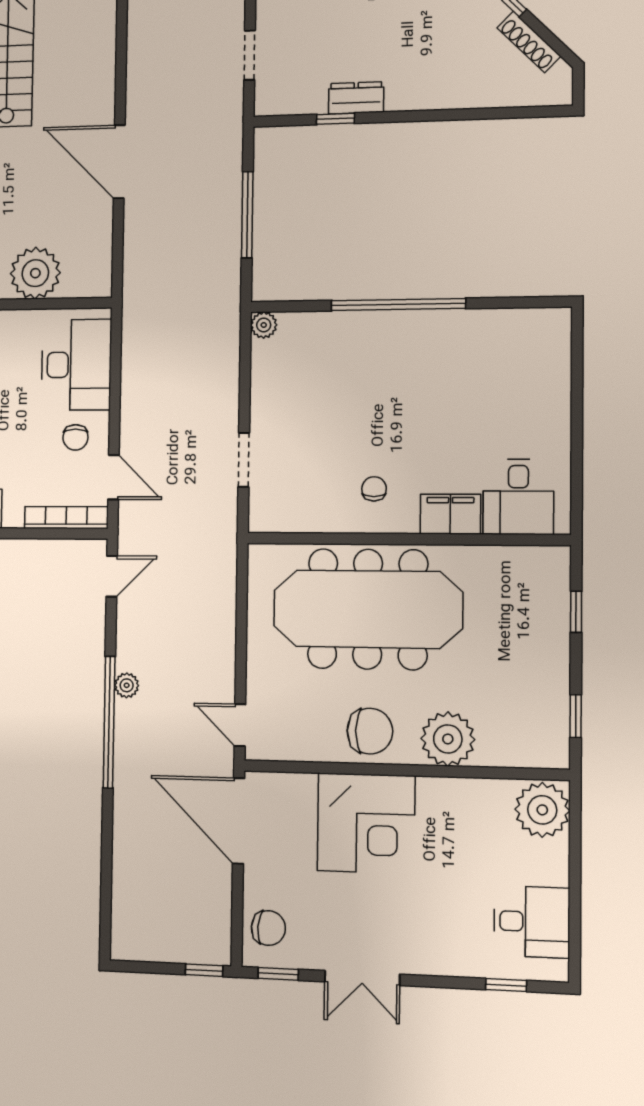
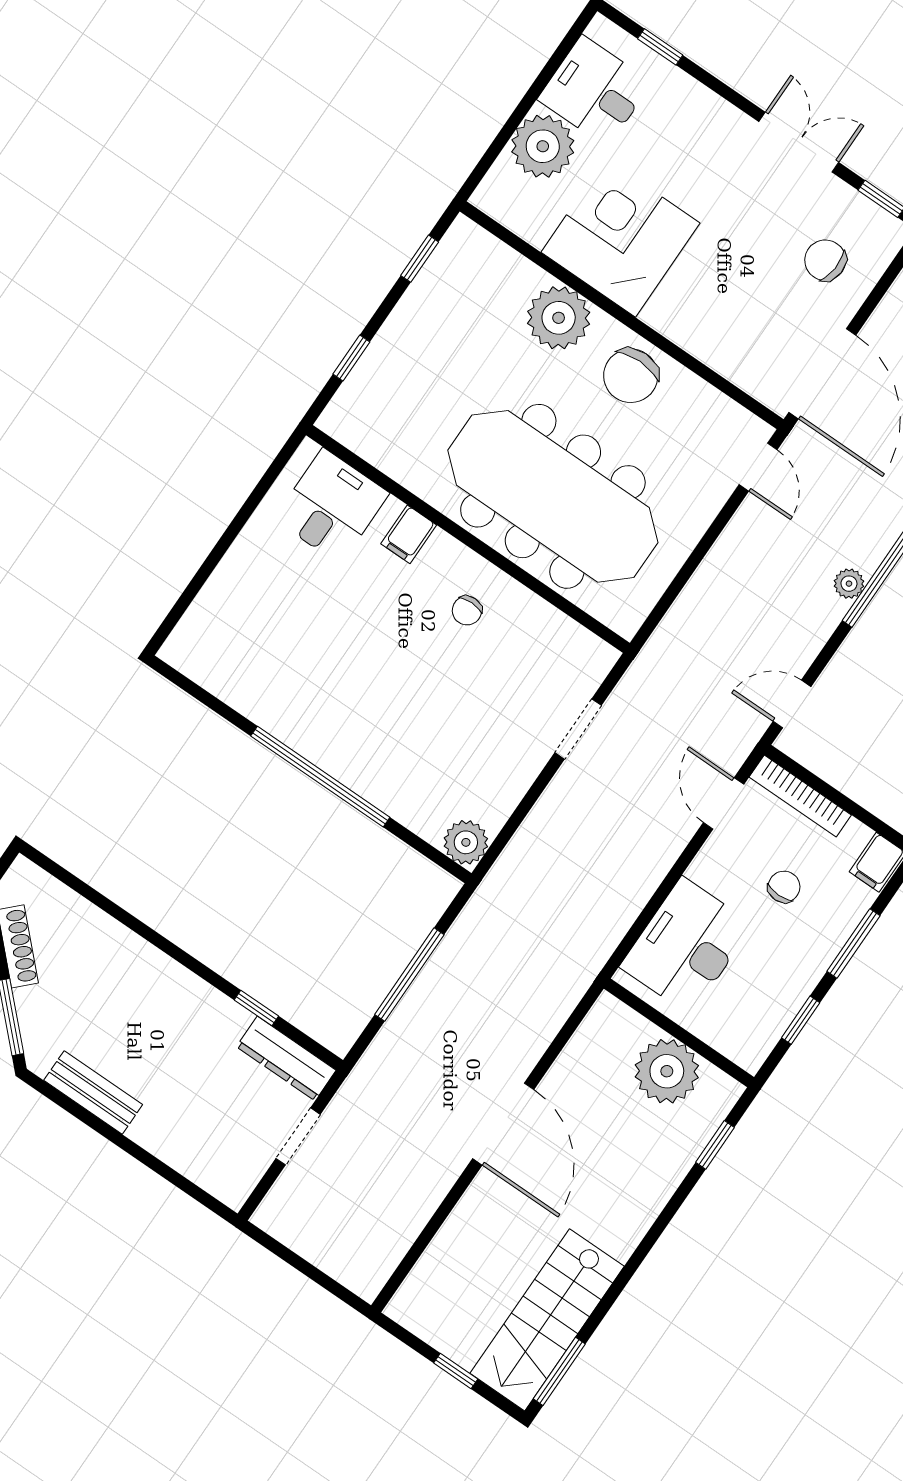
dresser: (356, 98) -> (286, 1059), moved, width x1.44
plant: (264, 325) -> (466, 842), width x1.38, depth x1.38
chair: (75, 437) -> (784, 887), moved
filing cabinet: (450, 514) -> (409, 534), width x0.50
chair: (370, 731) -> (631, 376), turned -90
plant: (542, 810) -> (543, 146), moved
corner desk: (366, 823) -> (620, 238), moved
chair: (268, 928) -> (825, 260), moved

